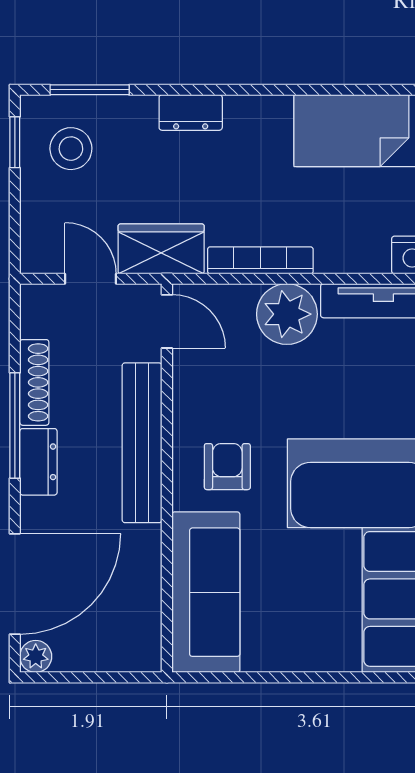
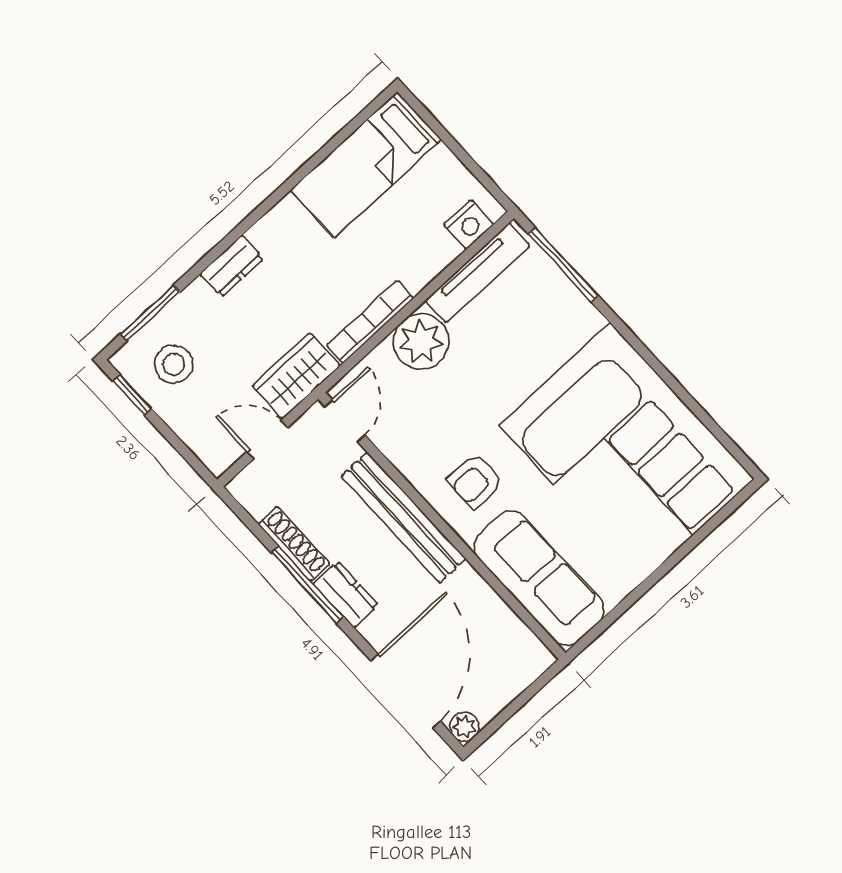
door: (167, 321) -> (345, 421), hinge flipped
armchair: (227, 467) -> (475, 481), turned -90

